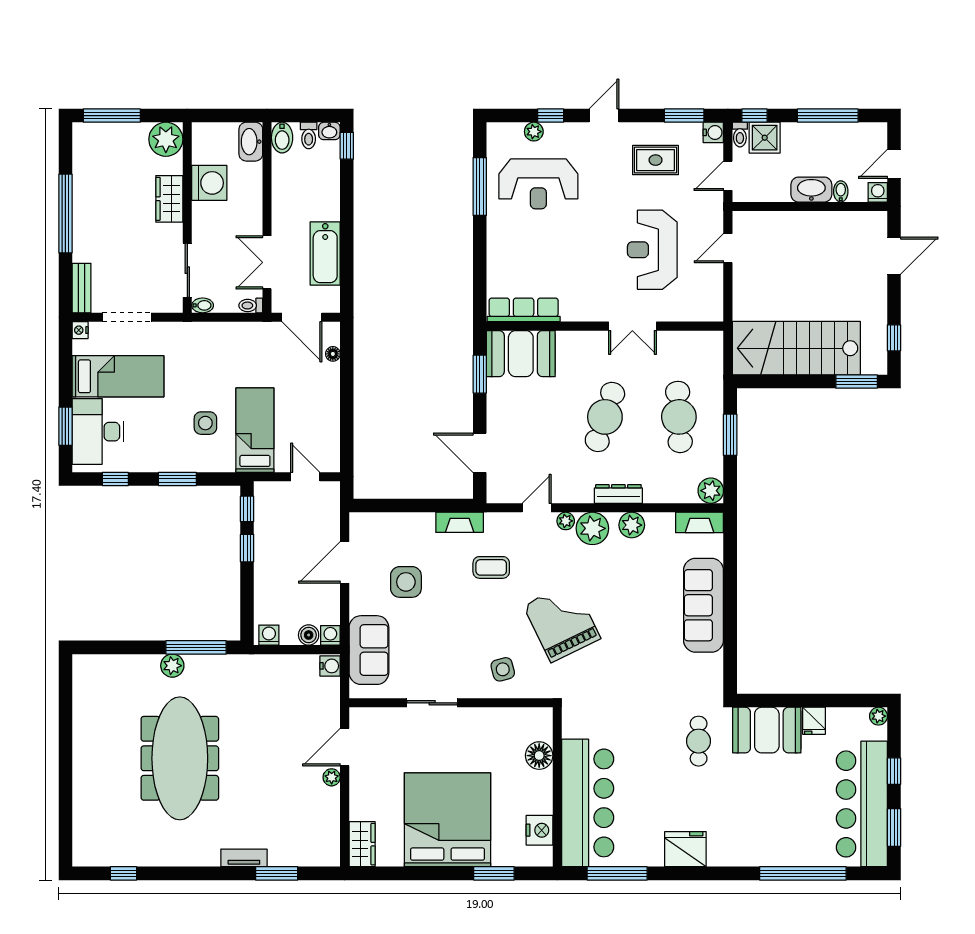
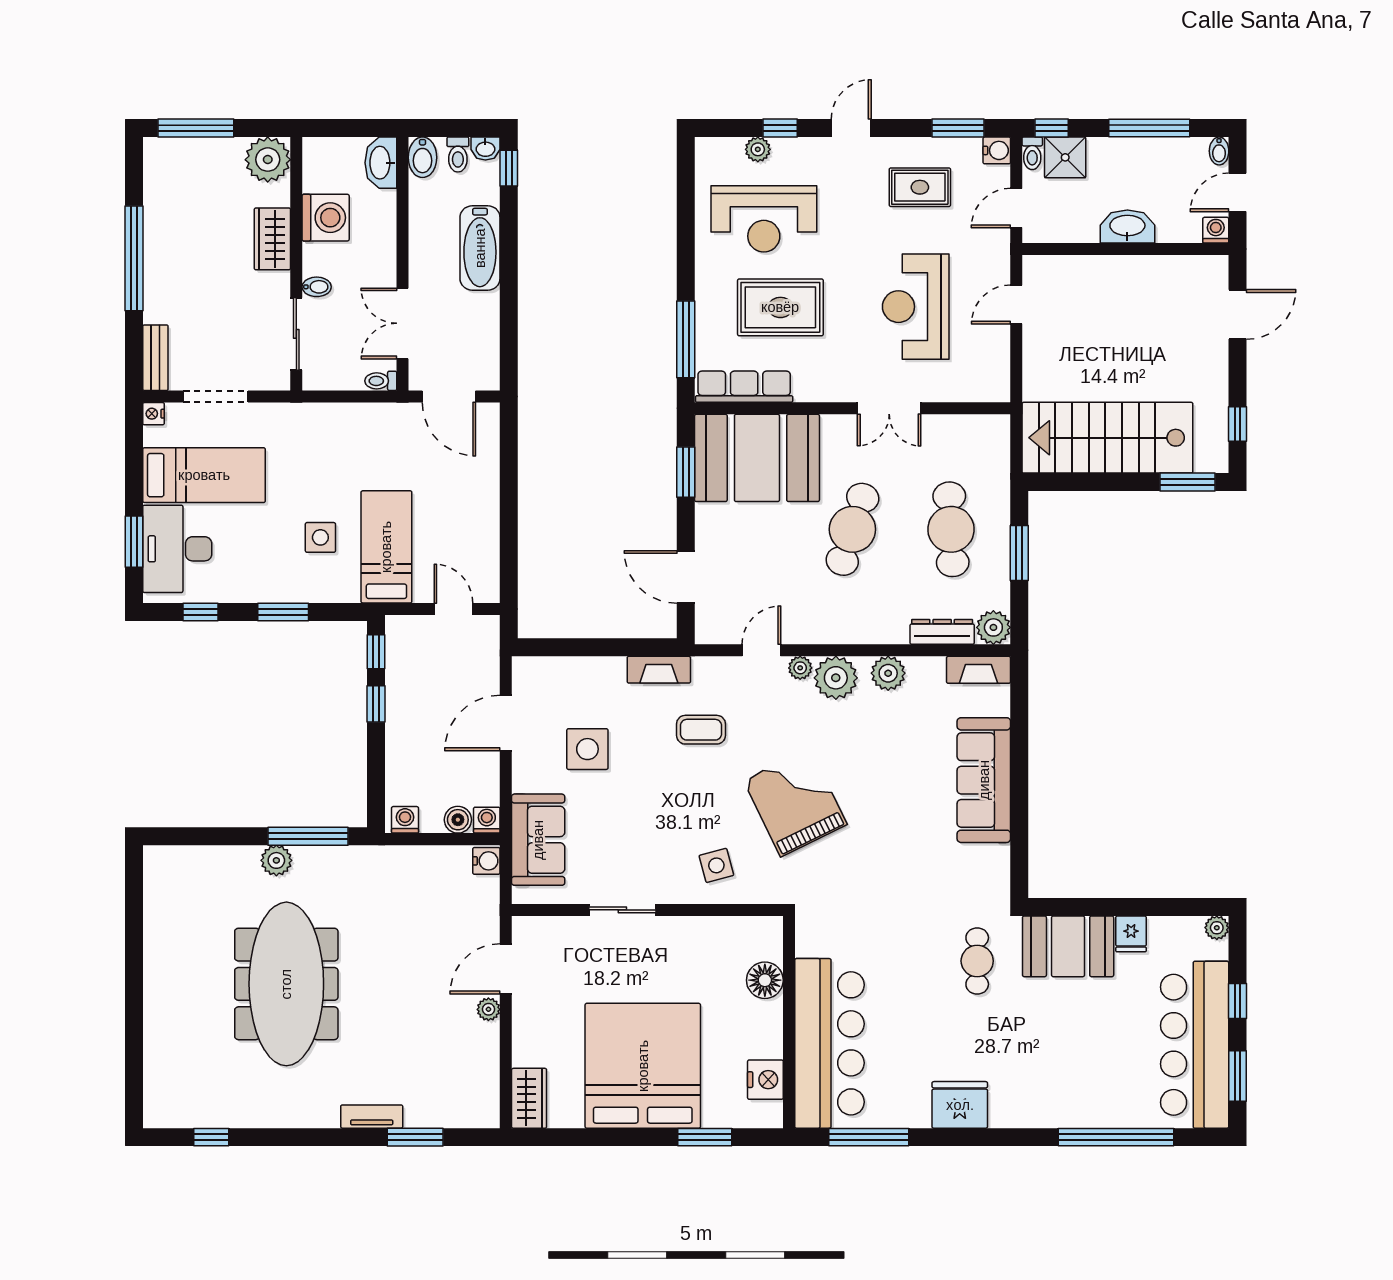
window: (480, 186) -> (686, 339), moved
bidet: (841, 191) -> (1219, 151), moved, turned 180
rug: (551, 250) -> (780, 307), added
bathtub: (325, 254) -> (480, 248), moved
bidet: (203, 305) -> (317, 287), moved
floor lamp: (333, 354) -> (490, 445), removed
booth: (521, 354) -> (757, 458), width x1.36, depth x1.42
dresser: (618, 494) -> (942, 632), moved

